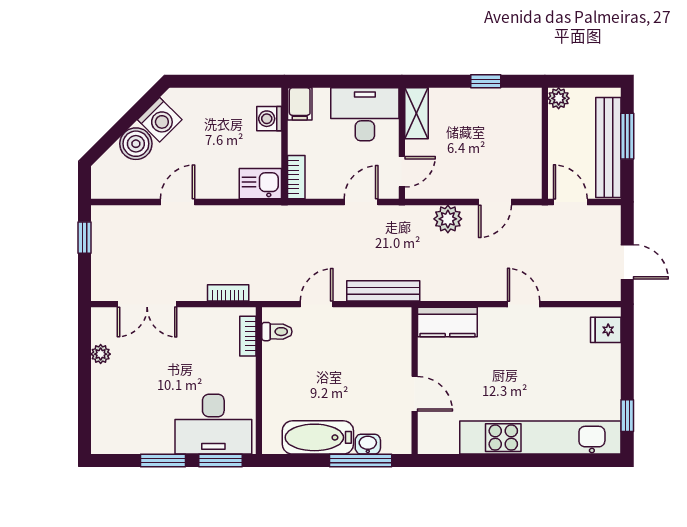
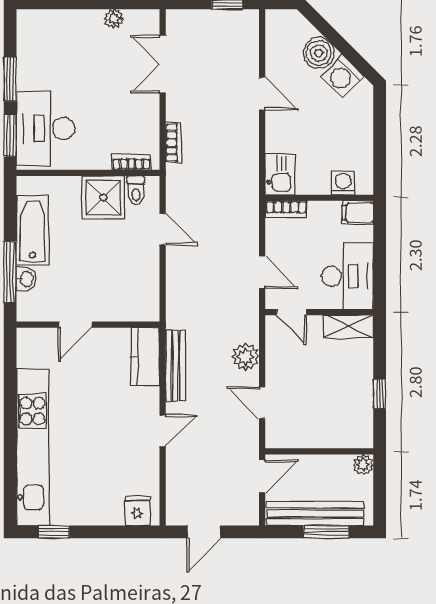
bench: (383, 291) -> (175, 366), moved
shower: (284, 365) -> (103, 197), added

